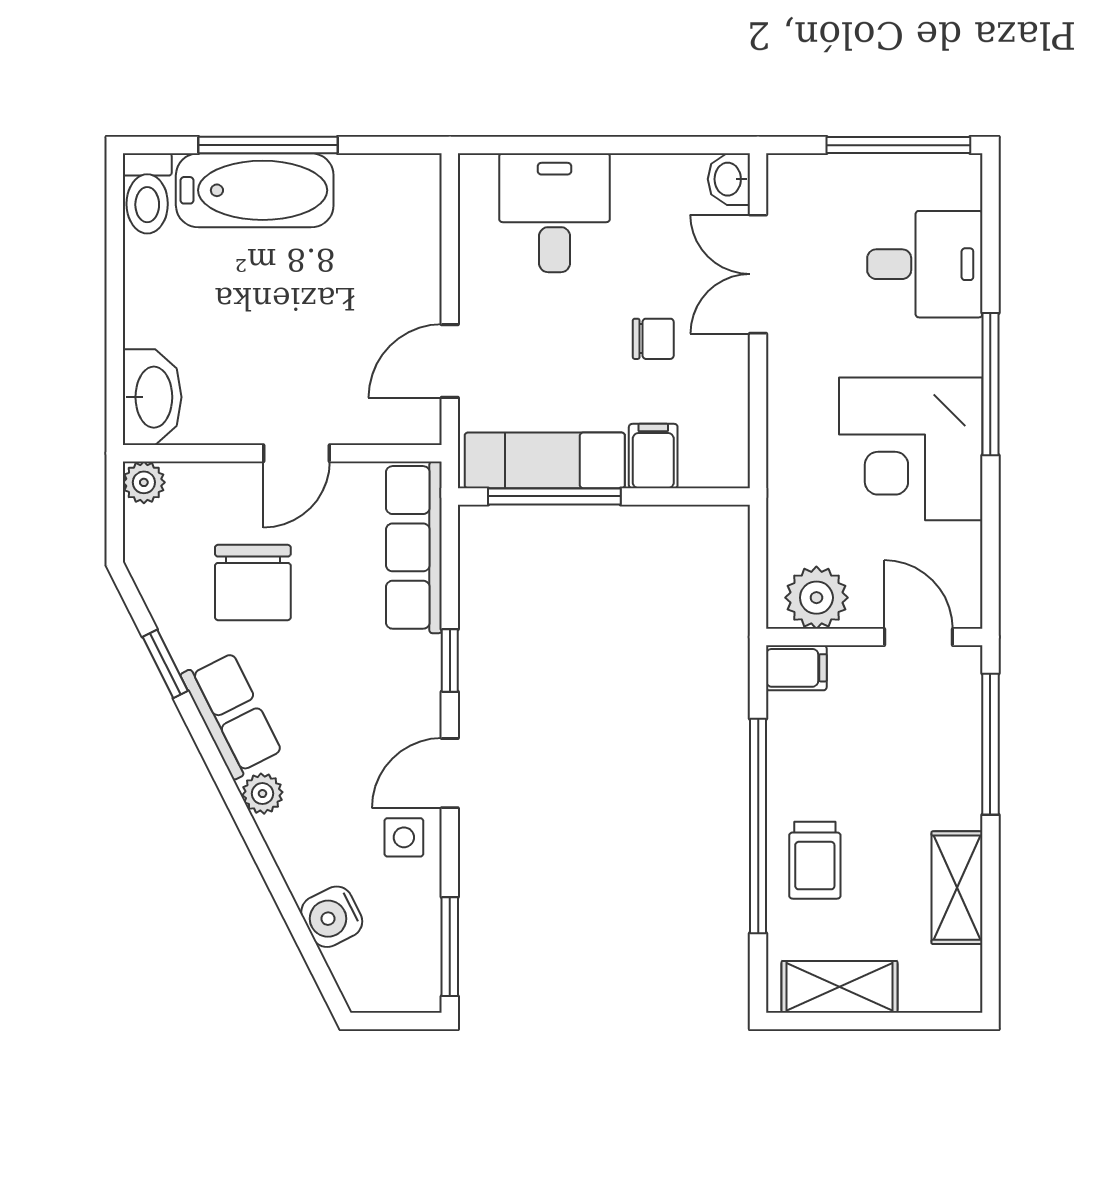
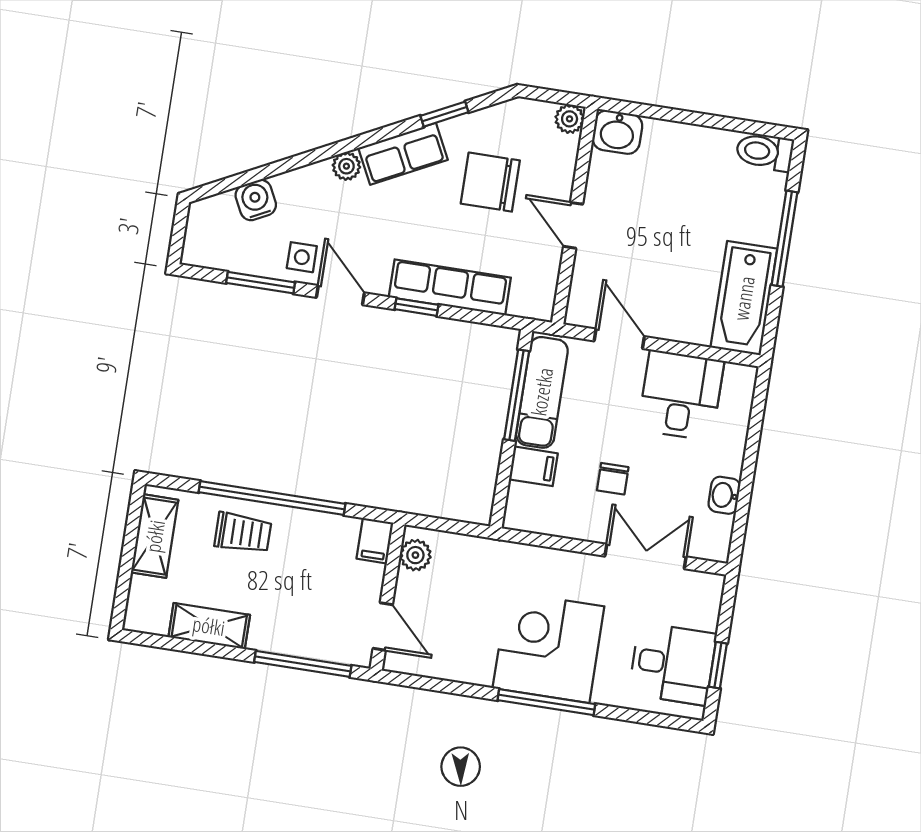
window: (898, 145) -> (718, 665), width x0.46
washbasin: (729, 179) -> (724, 495), moved, turned -90
bathtub: (255, 190) -> (744, 298), moved
desk: (555, 213) -> (681, 395), moved, turned -90
desk: (925, 264) -> (673, 664), moved, turned -90
washbasin: (152, 397) -> (617, 132), width x0.72
corner desk: (911, 449) -> (548, 647), moved
row of seats: (414, 547) -> (450, 287), moved
plant: (816, 598) -> (415, 555), width x0.73, depth x0.73
door: (918, 637) -> (383, 627), hinge flipped
trolley: (815, 860) -> (243, 533), turned 180
window: (450, 947) -> (261, 283), moved

